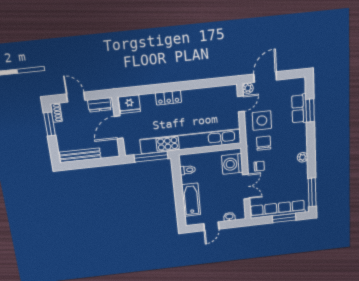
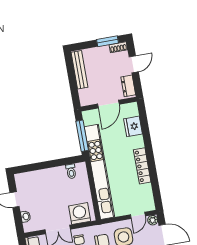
locker: (168, 98) -> (142, 166), moved, width x1.53
fridge: (129, 104) -> (133, 126), moved
door: (241, 104) -> (138, 215), hinge flipped
door: (119, 127) -> (108, 104), swing flipped
bathtub: (191, 200) -> (41, 177), removed

